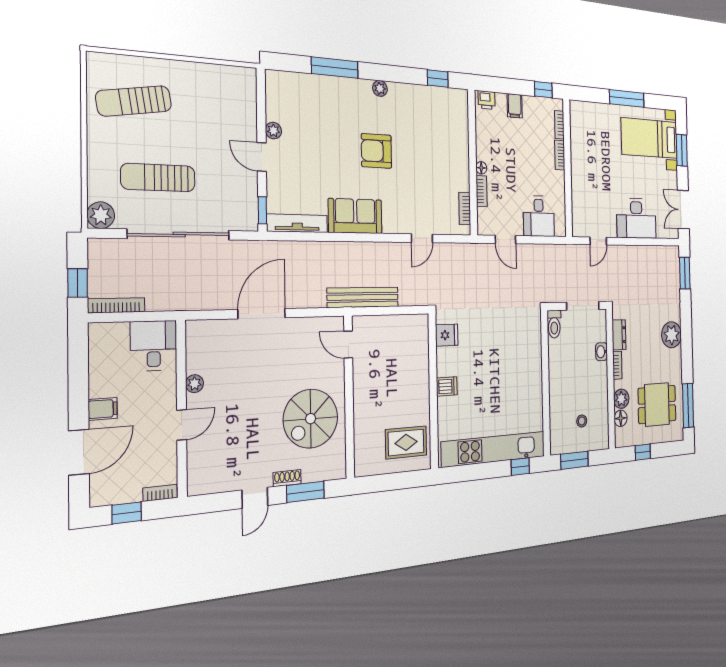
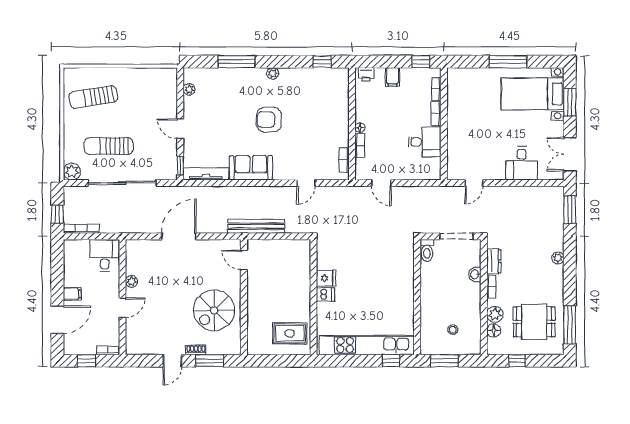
plant: (273, 131) -> (189, 89), moved
desk: (539, 216) -> (425, 142), moved, turned -90
desk: (636, 218) -> (522, 163), width x0.73
fridge: (447, 335) -> (326, 278), moved
plant: (672, 335) -> (558, 258), width x0.53, depth x0.53

